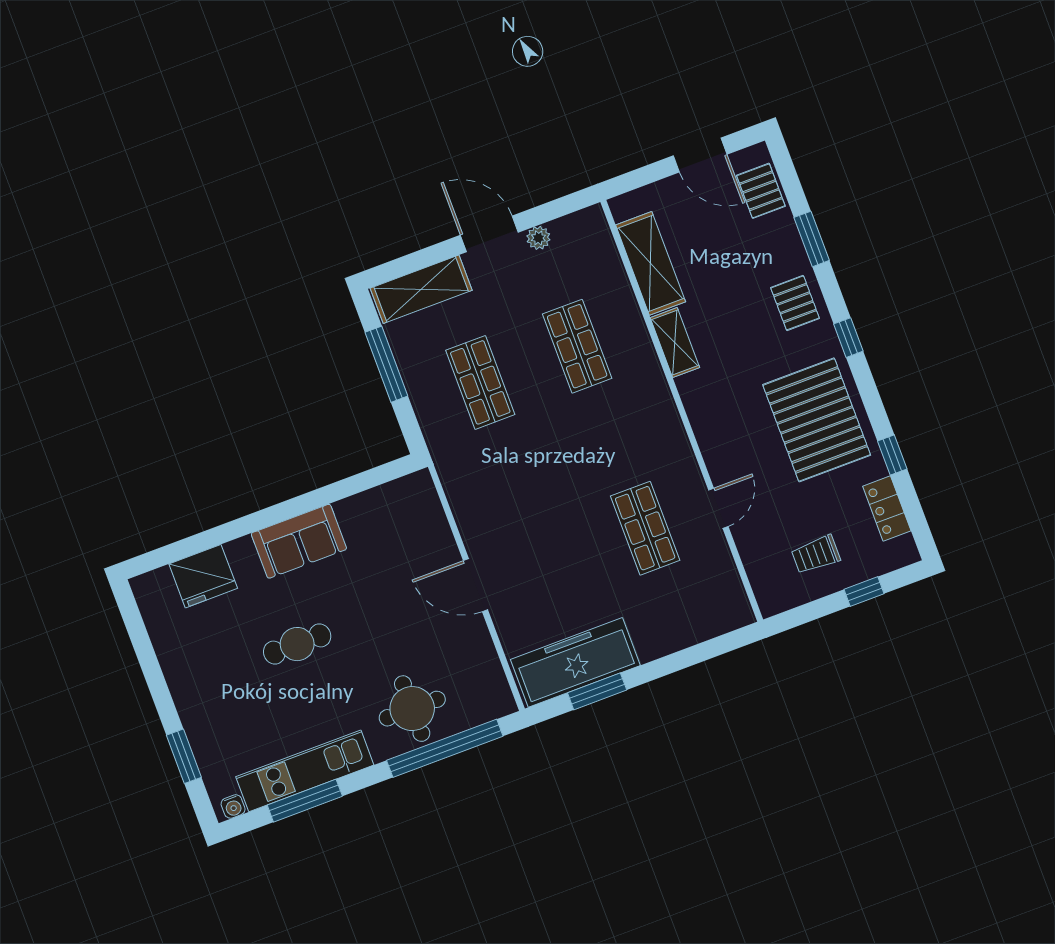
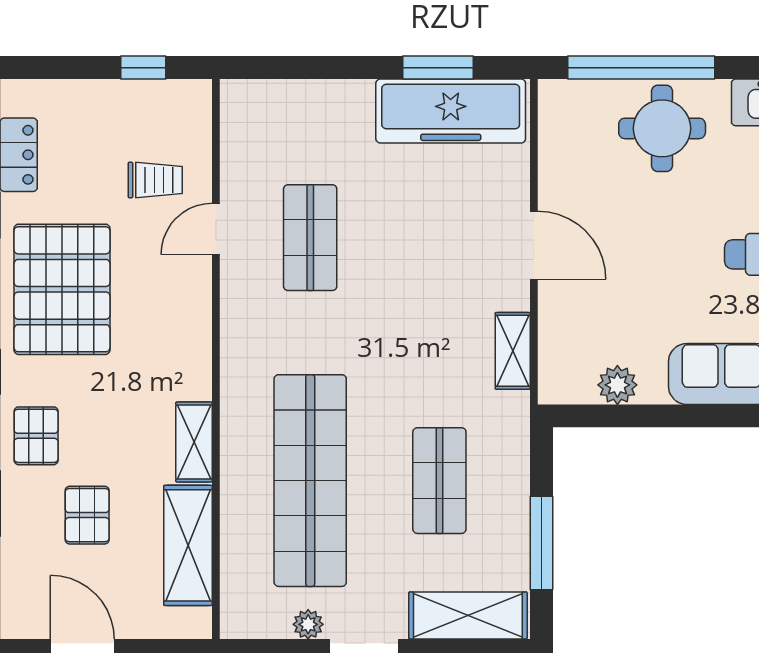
pallet: (761, 191) -> (87, 515), moved
shop shelf: (577, 346) -> (310, 481), width x2.00, depth x1.36
shelving: (462, 500) -> (513, 351), added
plant: (374, 504) -> (617, 385), added
trolley: (816, 555) -> (155, 180), moved
window: (864, 592) -> (143, 68), moved

